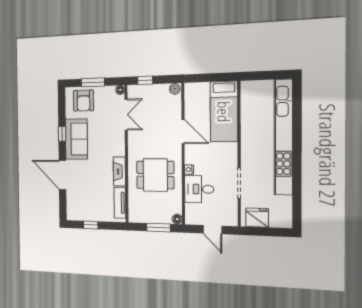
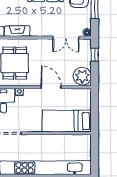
plant: (175, 89) -> (82, 76), width x1.88, depth x1.88
door: (183, 131) -> (51, 87), swing flipped

